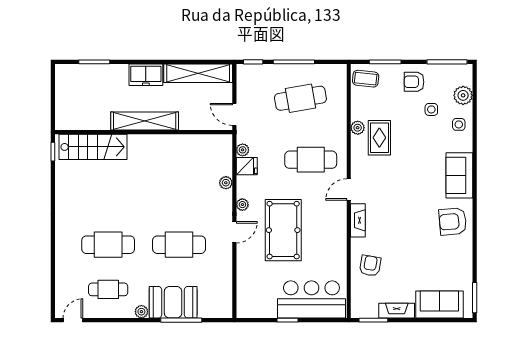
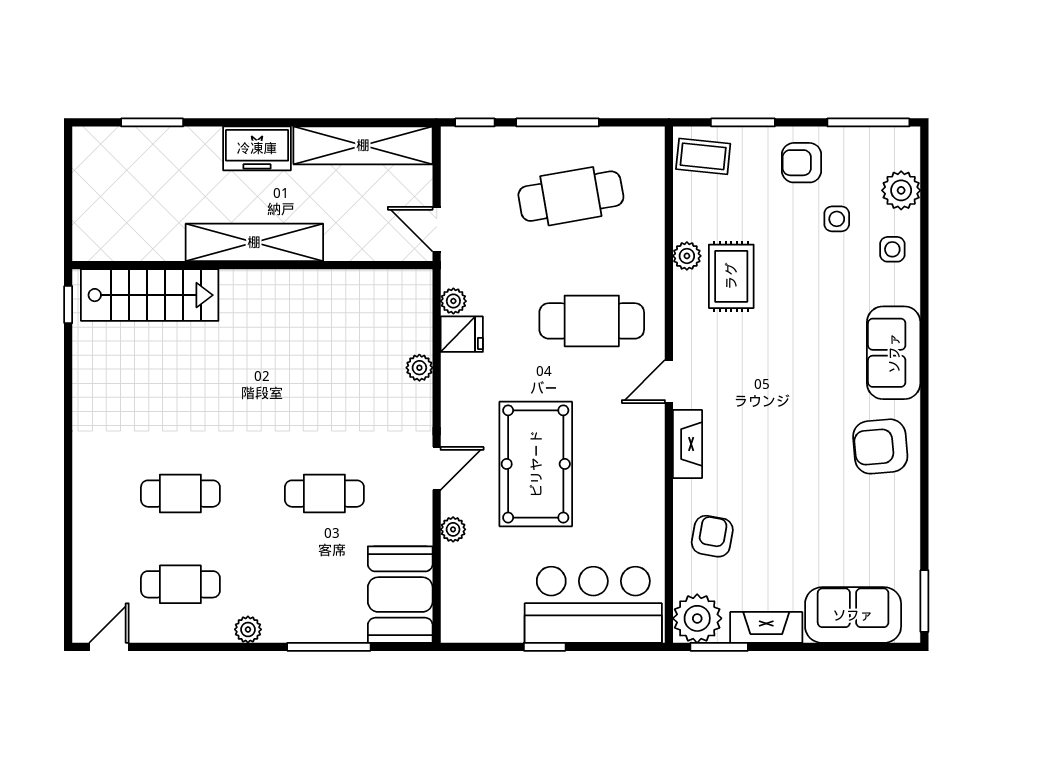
plant: (242, 205) -> (453, 529), moved
cafe table: (108, 245) -> (180, 494), width x0.73, depth x0.74
cafe table: (179, 245) -> (324, 494), width x0.73, depth x0.74
booth: (173, 302) -> (400, 595), moved, turned 90
plant: (363, 306) -> (697, 618), added

